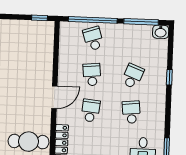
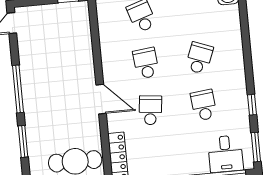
window: (169, 77) -> (252, 105), moved
door: (54, 97) -> (101, 99), hinge flipped

